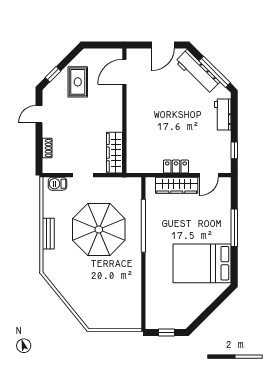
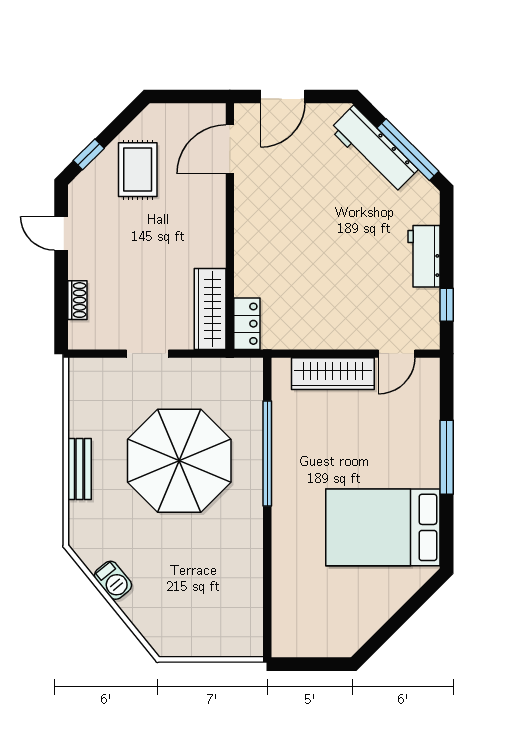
door: (163, 45) -> (283, 97), moved
door: (39, 114) -> (61, 233), hinge flipped
workbench: (223, 114) -> (424, 256), moved
locker: (176, 167) -> (247, 324), moved, turned 90
barbecue: (57, 184) -> (113, 580), moved, turned -129
window: (167, 333) -> (313, 664), removed

